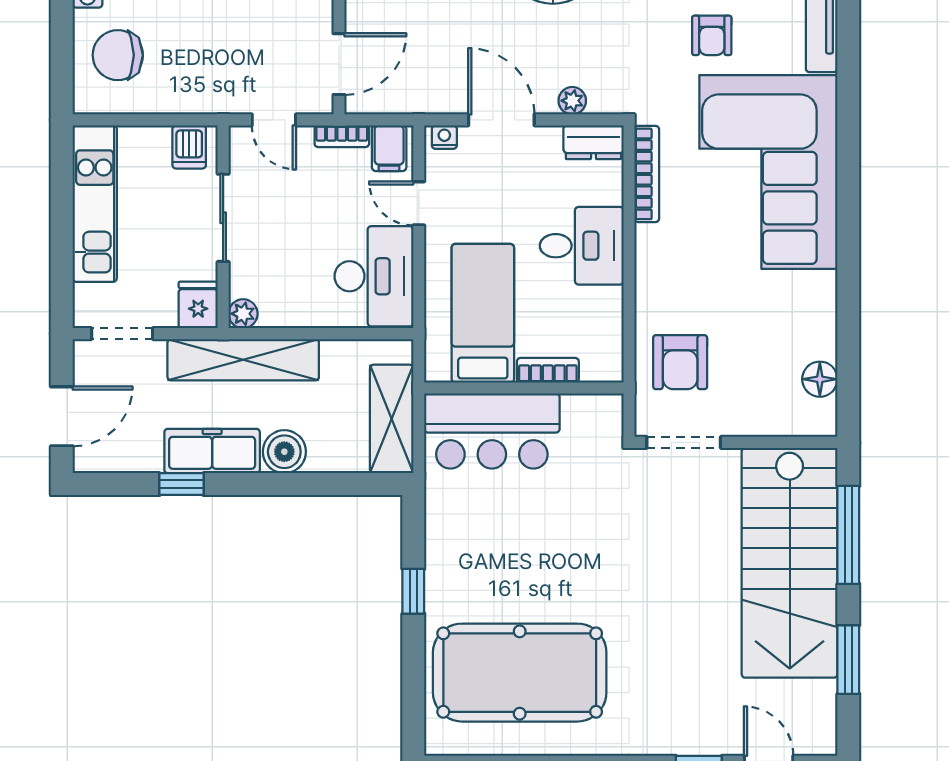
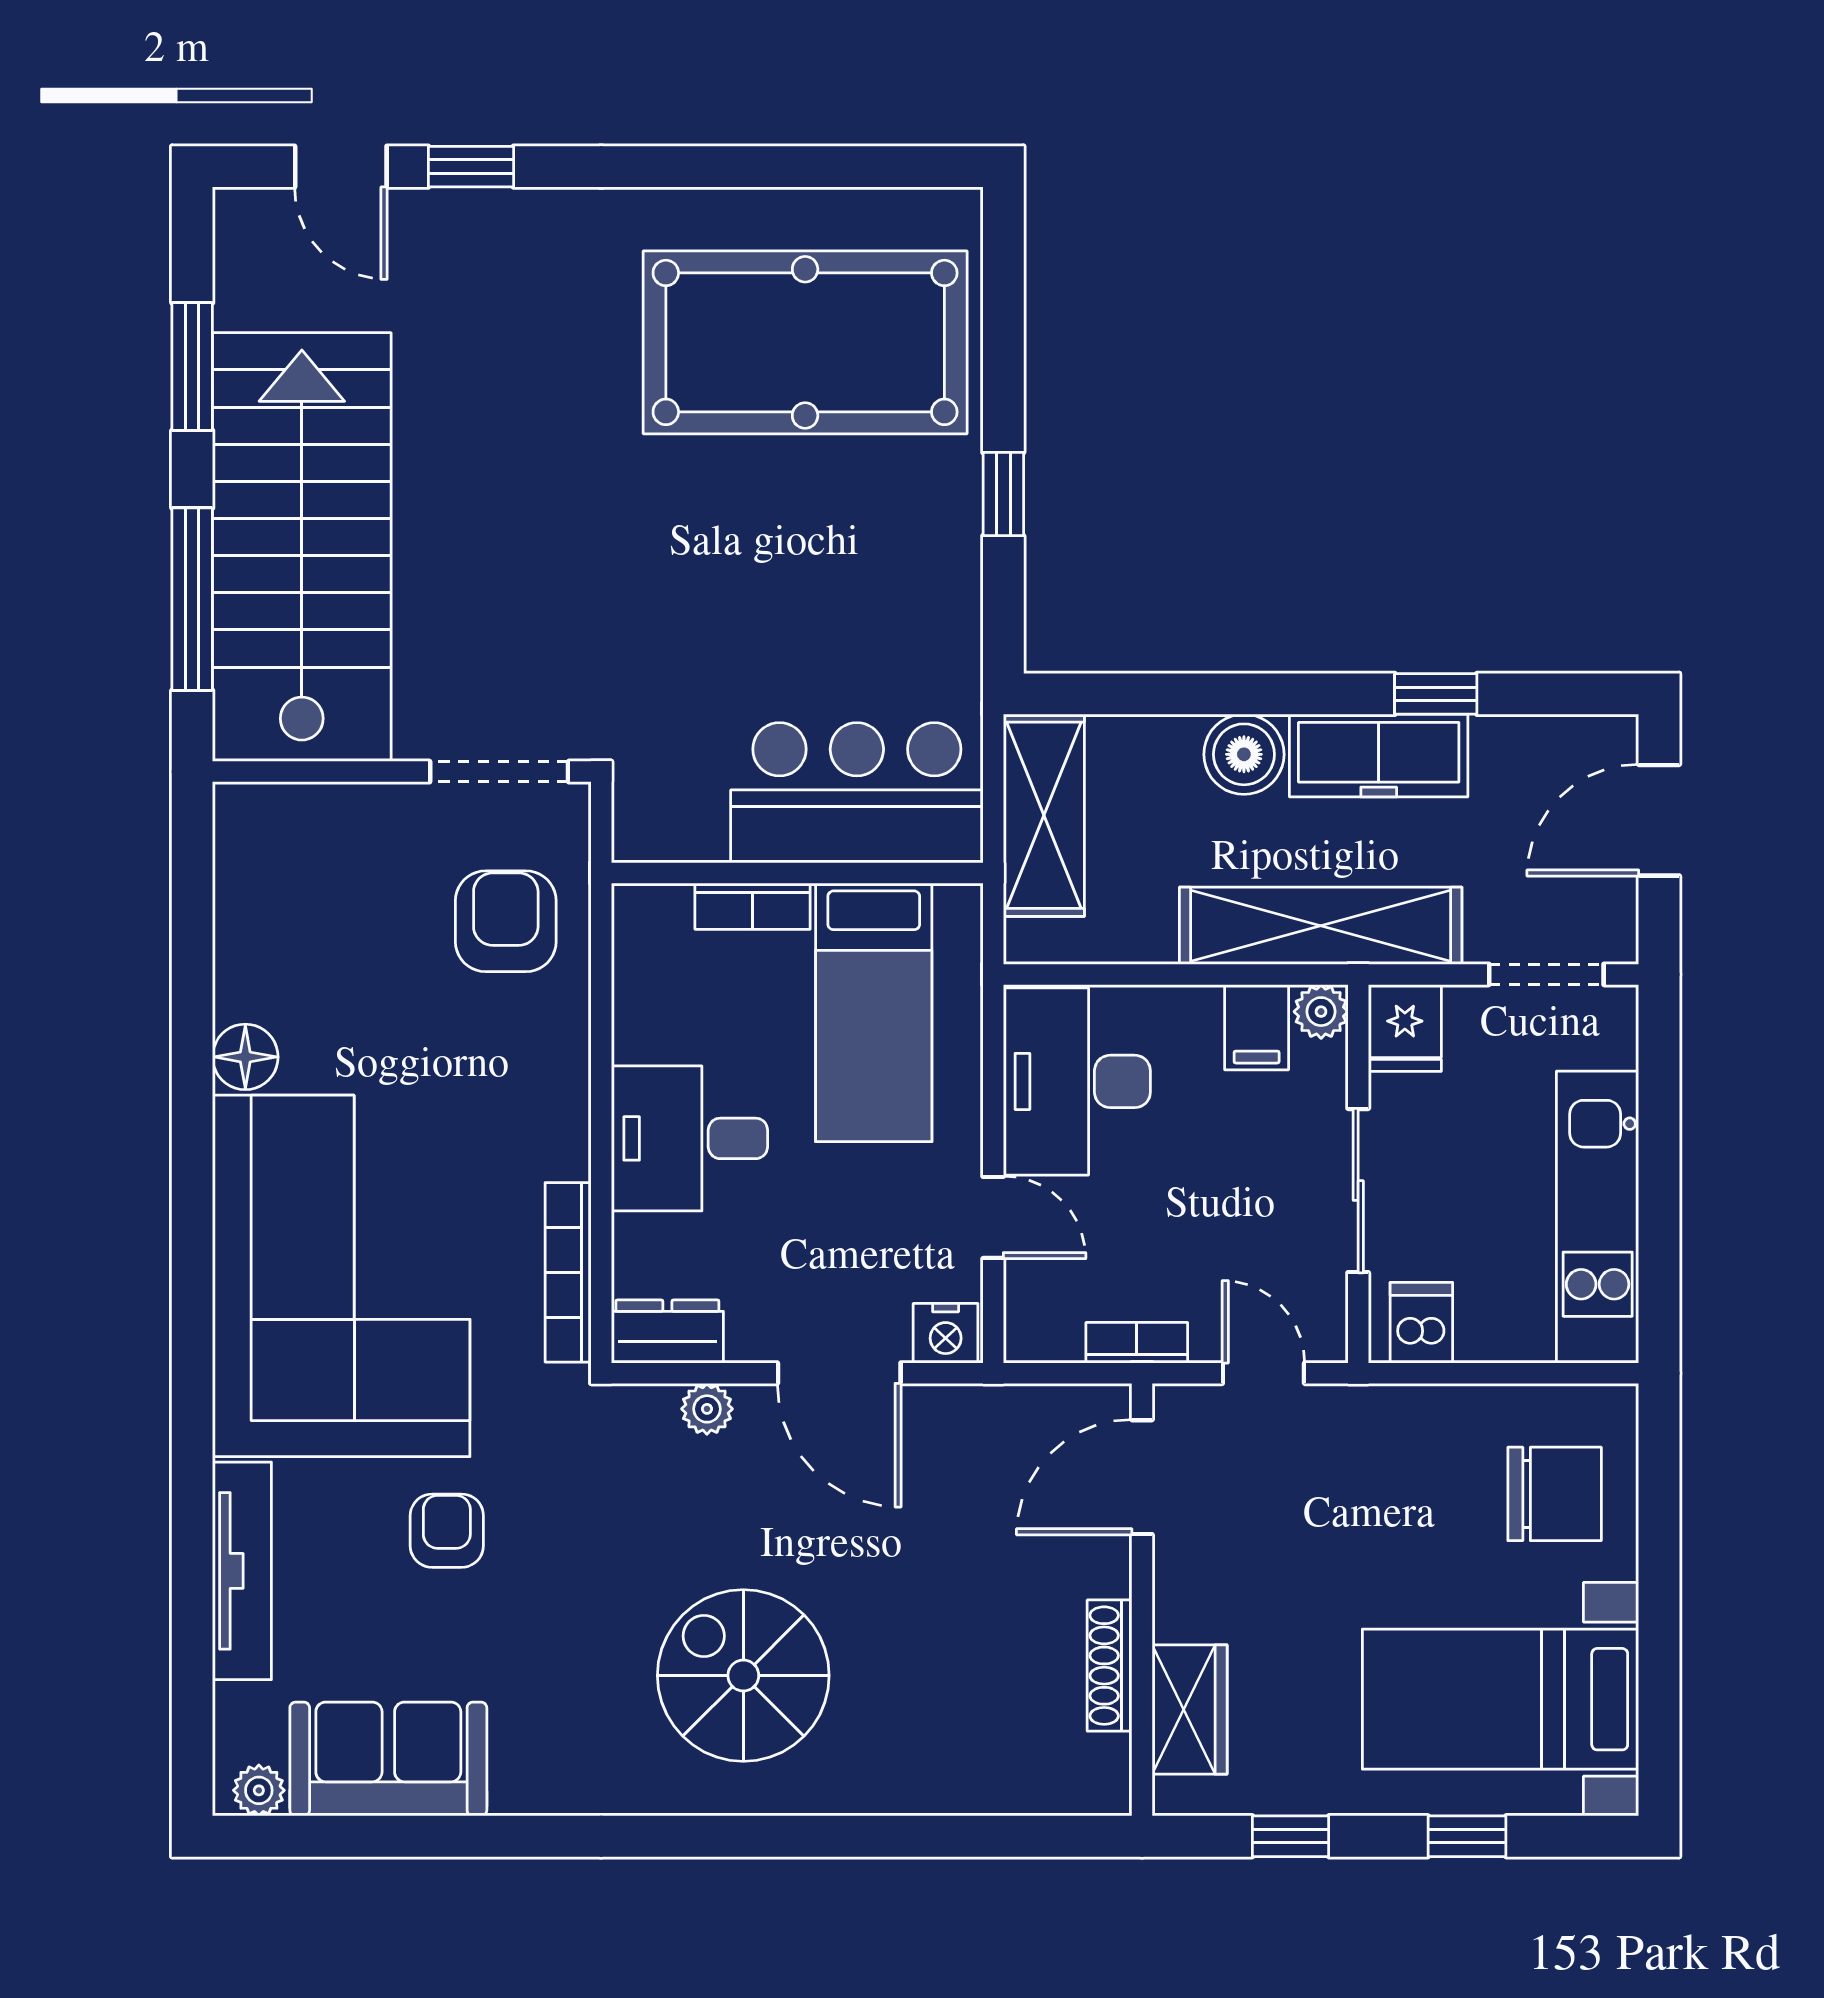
nightstand: (444, 137) -> (946, 1333), width x1.39, depth x1.35
filing cabinet: (389, 148) -> (1257, 1027), moved, turned 180
floor lamp: (820, 379) -> (245, 1057), moved

